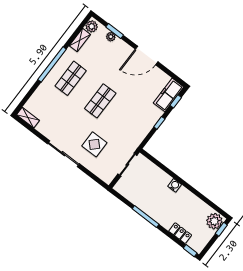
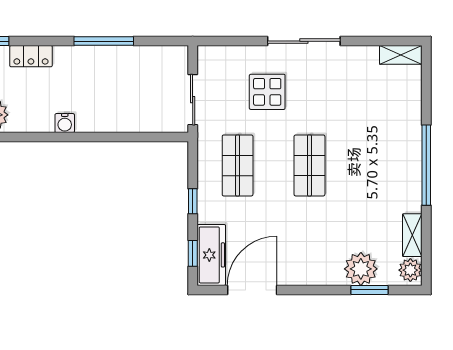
plant: (111, 37) -> (361, 269), width x1.88, depth x1.88
door: (147, 55) -> (252, 290), moved
shop shelf: (71, 78) -> (238, 165), moved
water cooler: (175, 185) -> (65, 123), moved

